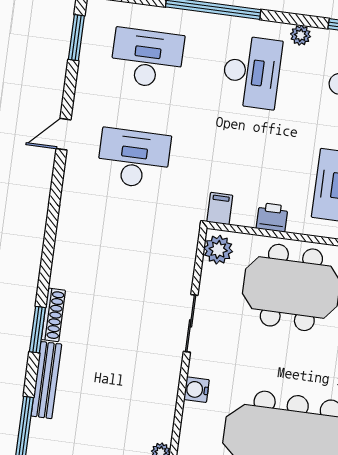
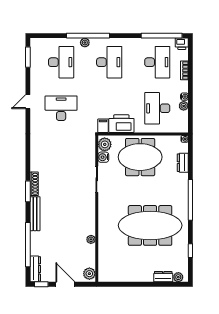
plant: (301, 35) -> (85, 43), moved
desk: (147, 58) -> (61, 62), turned 90
printer: (272, 217) -> (121, 124), width x1.87, depth x1.48
water cooler: (196, 390) -> (103, 157), moved

